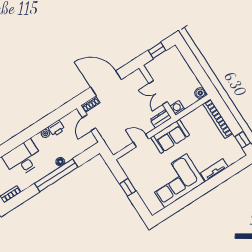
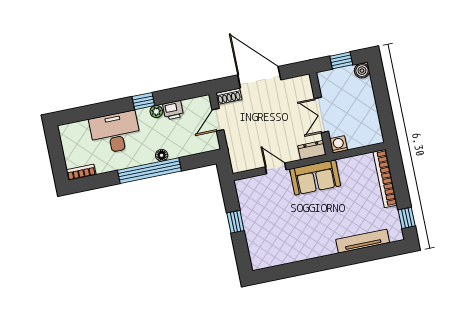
boiler: (200, 93) -> (362, 71), moved
window: (34, 130) -> (143, 101), added
tv unit: (214, 170) -> (363, 241), width x1.41
corner sofa: (176, 181) -> (300, 237), removed

